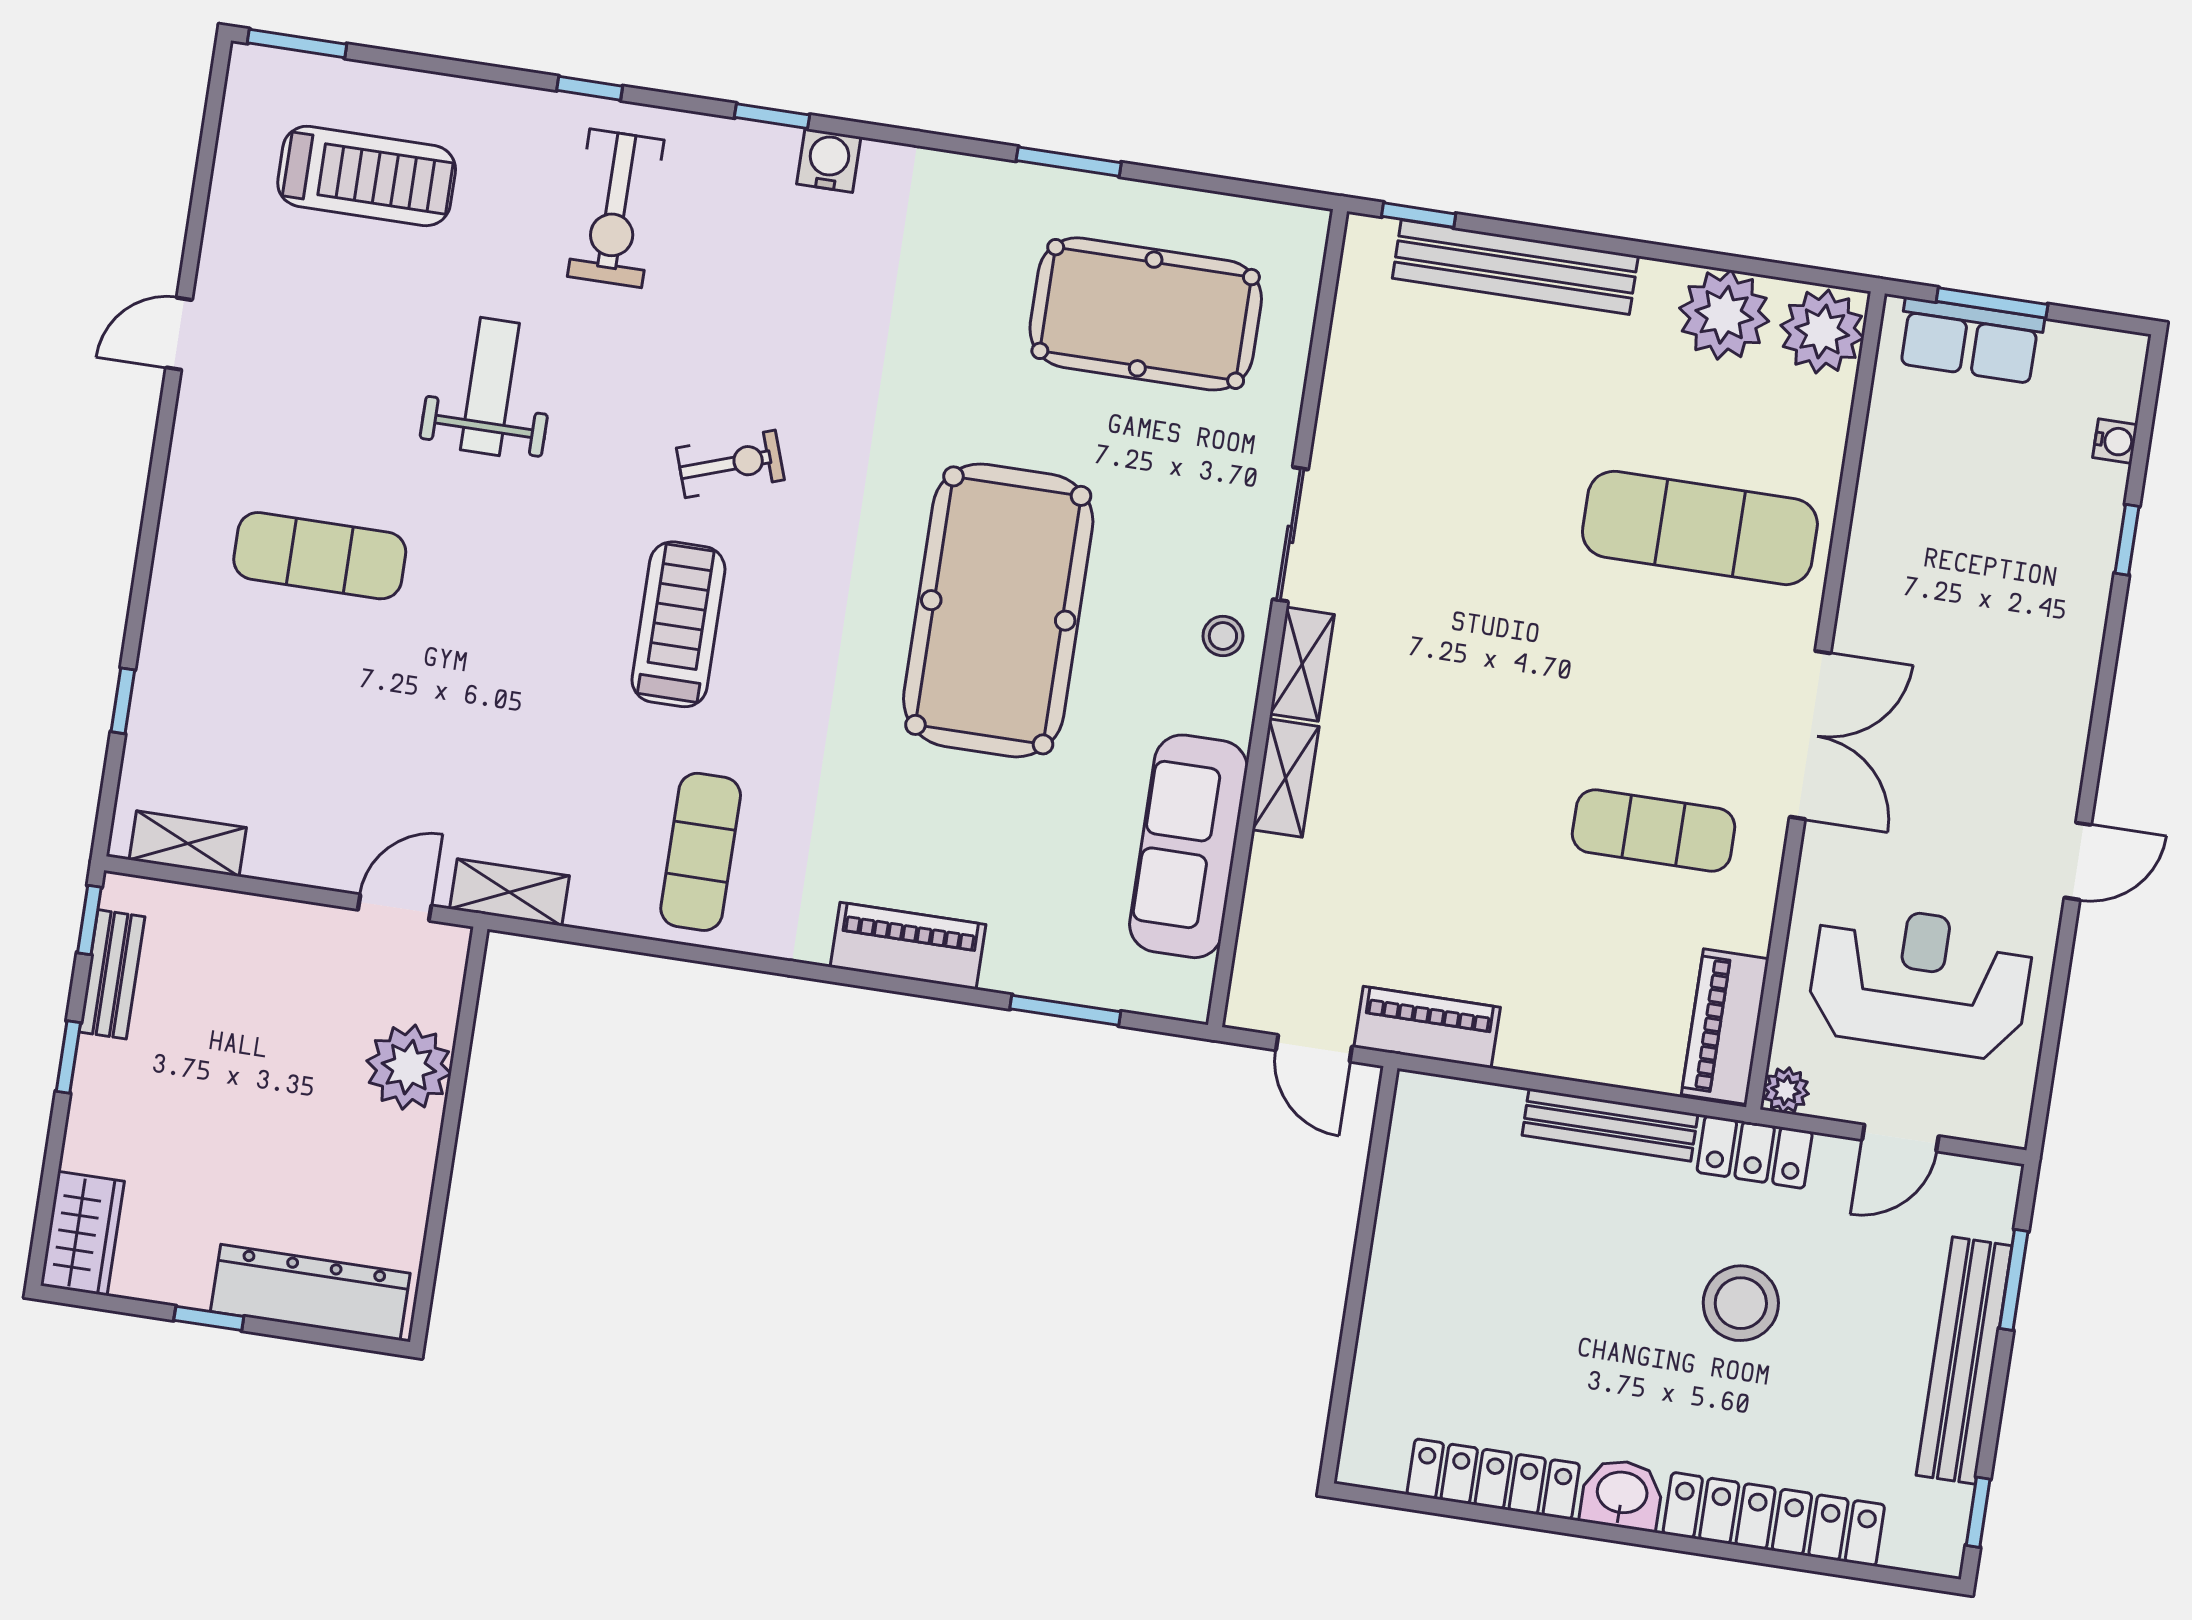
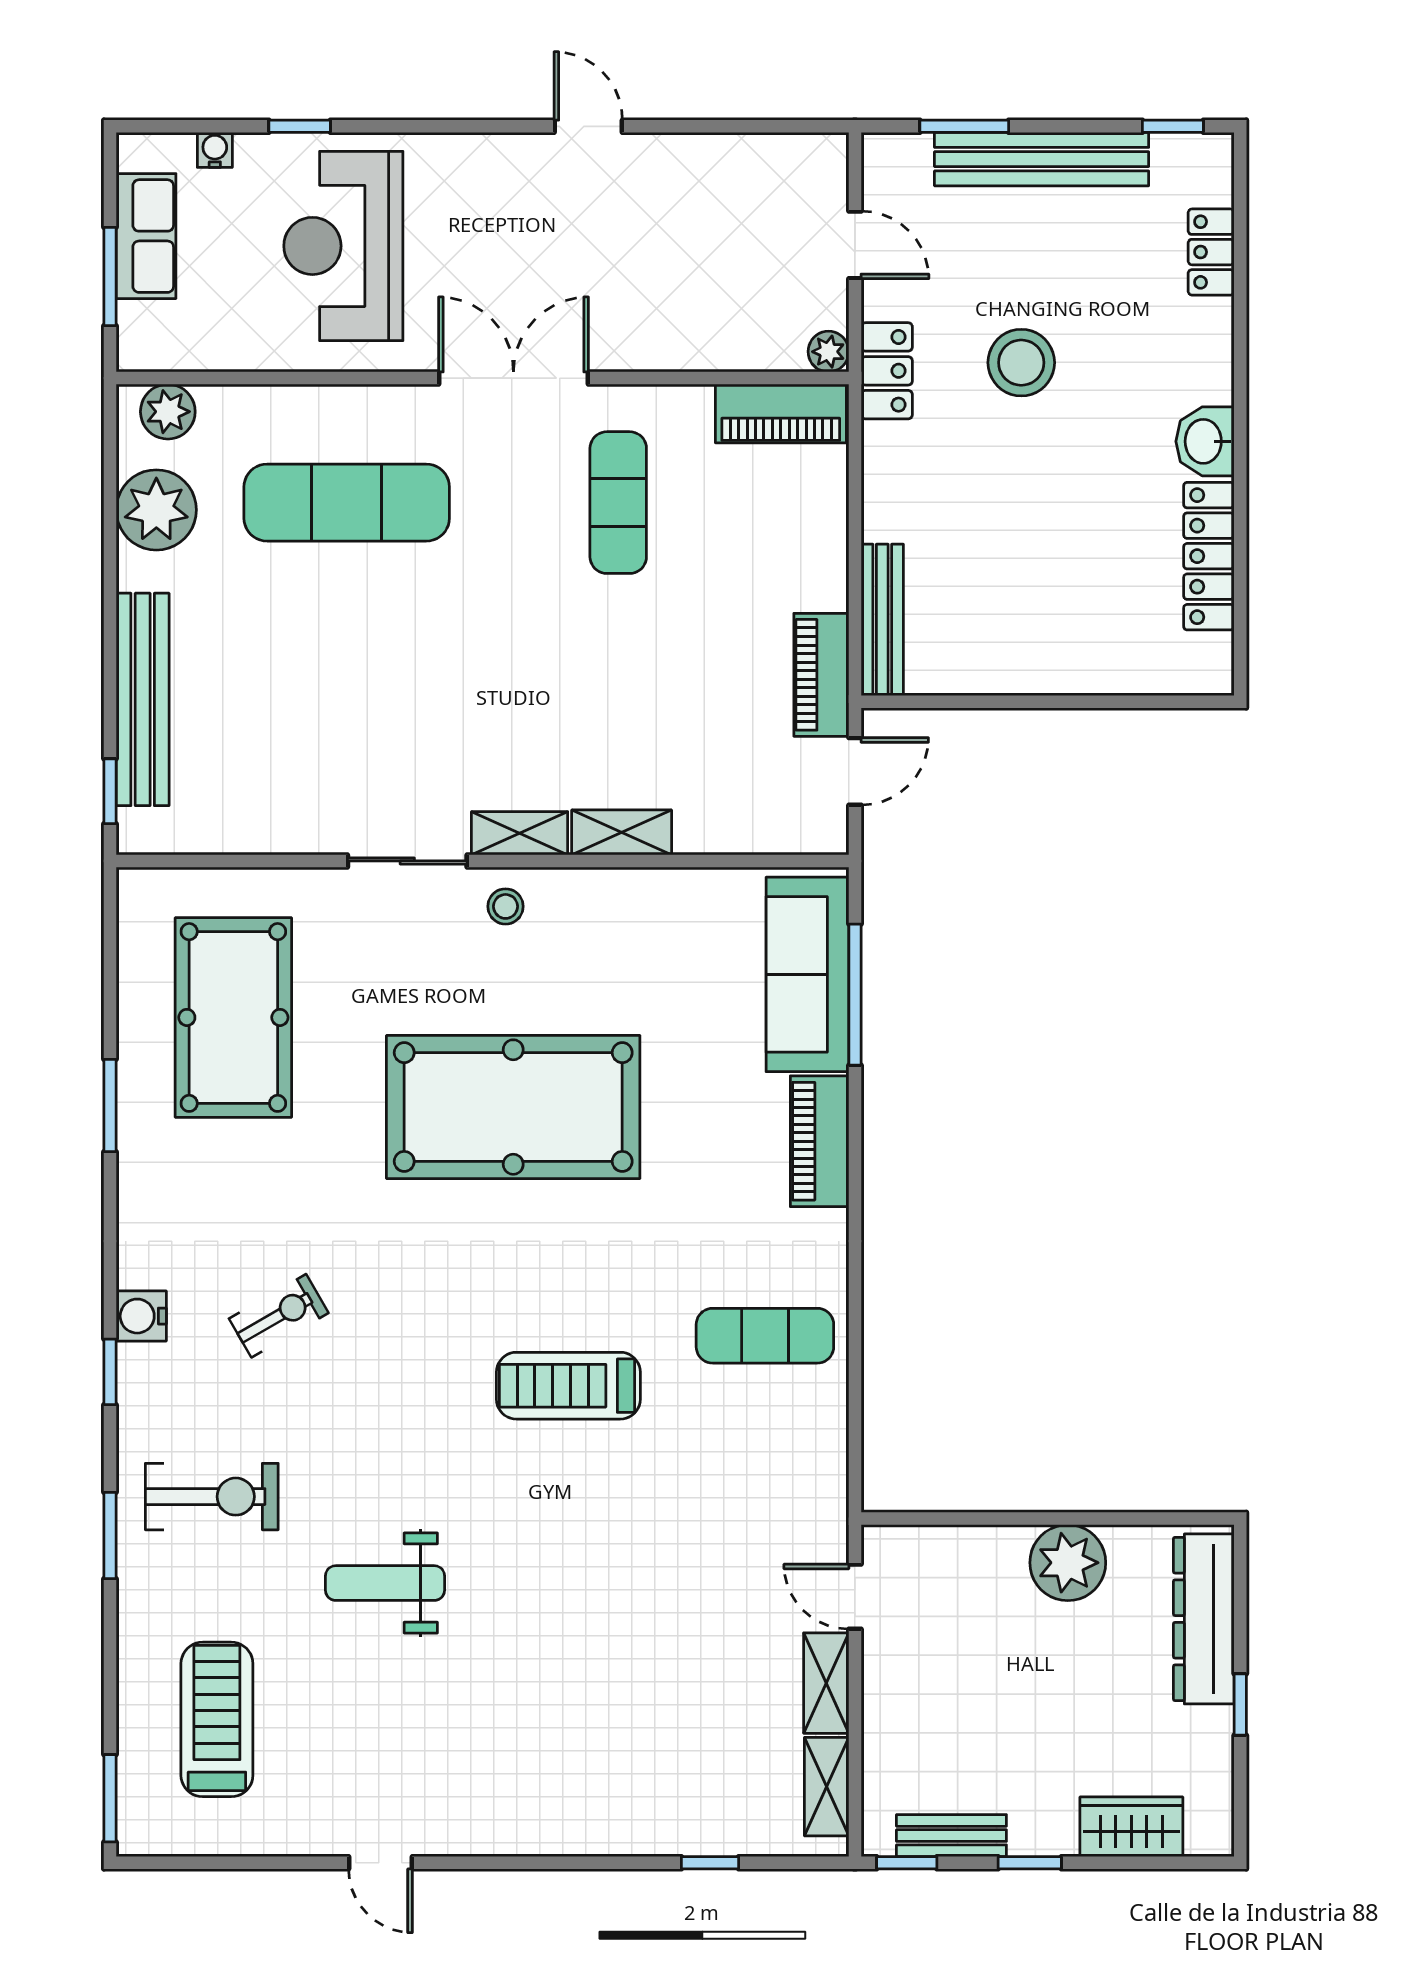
window: (590, 88) -> (110, 1536), width x1.50
plant: (1822, 331) -> (168, 412), width x0.73, depth x0.73
row of seats: (1970, 341) -> (146, 236), moved
exercise bike: (730, 464) -> (279, 1316), moved, turned 79
exercise mat: (1700, 528) -> (347, 503), turned 90
exercise mat: (320, 556) -> (556, 1710), removed
sofa: (1188, 846) -> (807, 974), moved, turned 90
shelving: (509, 892) -> (826, 1683), moved
reception desk: (1920, 981) -> (343, 246), moved
window: (1065, 1010) -> (855, 995), width x1.44
plant: (409, 1067) -> (1068, 1563), moved
bench: (1610, 1125) -> (882, 620), moved
wardrobe: (82, 1233) -> (1131, 1827), moved
locker: (1774, 1519) -> (1211, 252), width x0.46, depth x0.83

